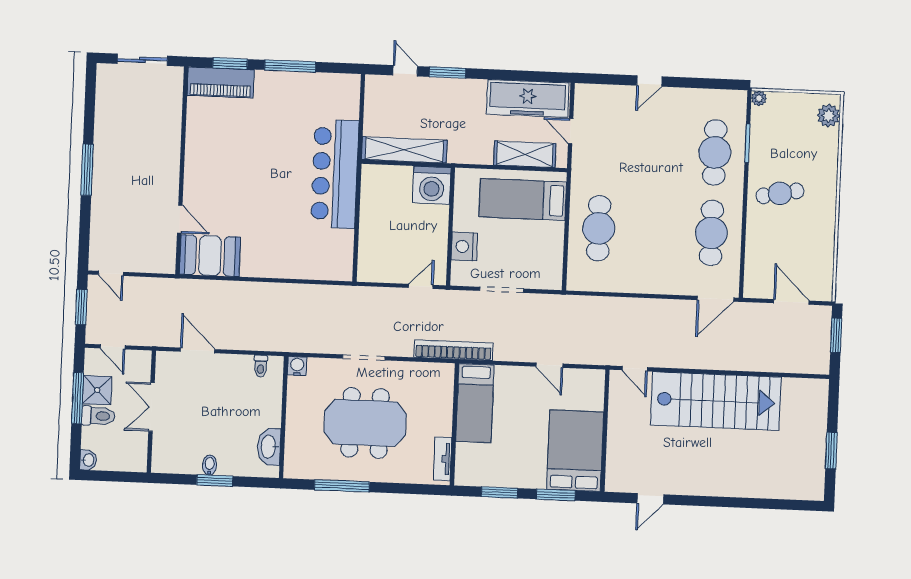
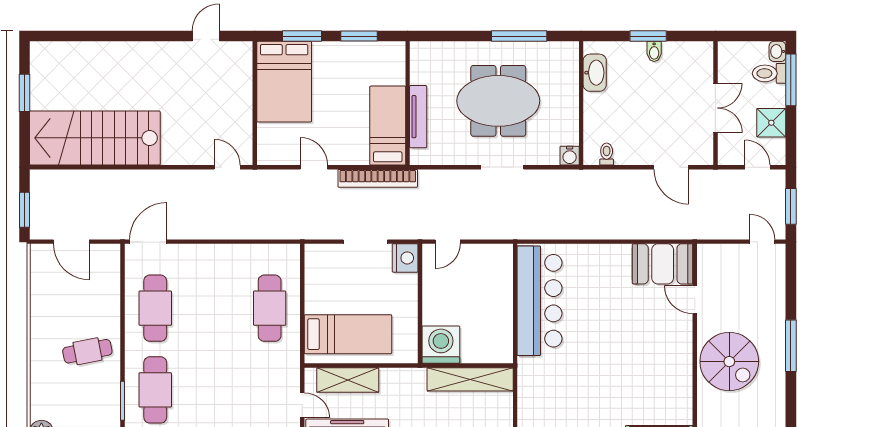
spiral stairs: (148, 157) -> (729, 362), added
bar counter: (335, 174) -> (540, 301), moved
nightstand: (464, 246) -> (405, 258), moved
bookcase: (453, 350) -> (378, 178), moved
window: (78, 398) -> (791, 80), moved
stairs: (716, 401) -> (95, 138), moved
toilet: (98, 416) -> (769, 73), moved
tv unit: (443, 459) -> (418, 117), moved, width x1.41

